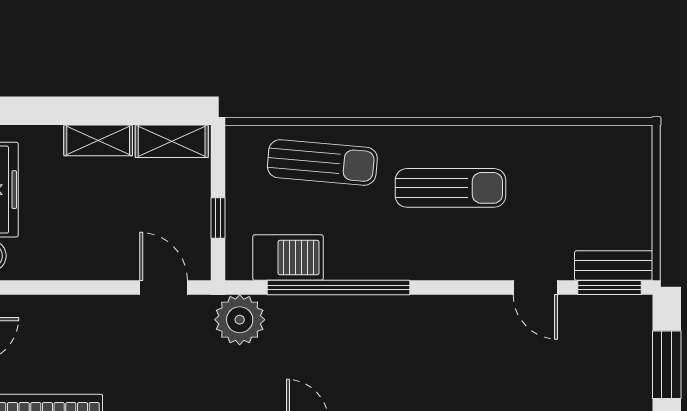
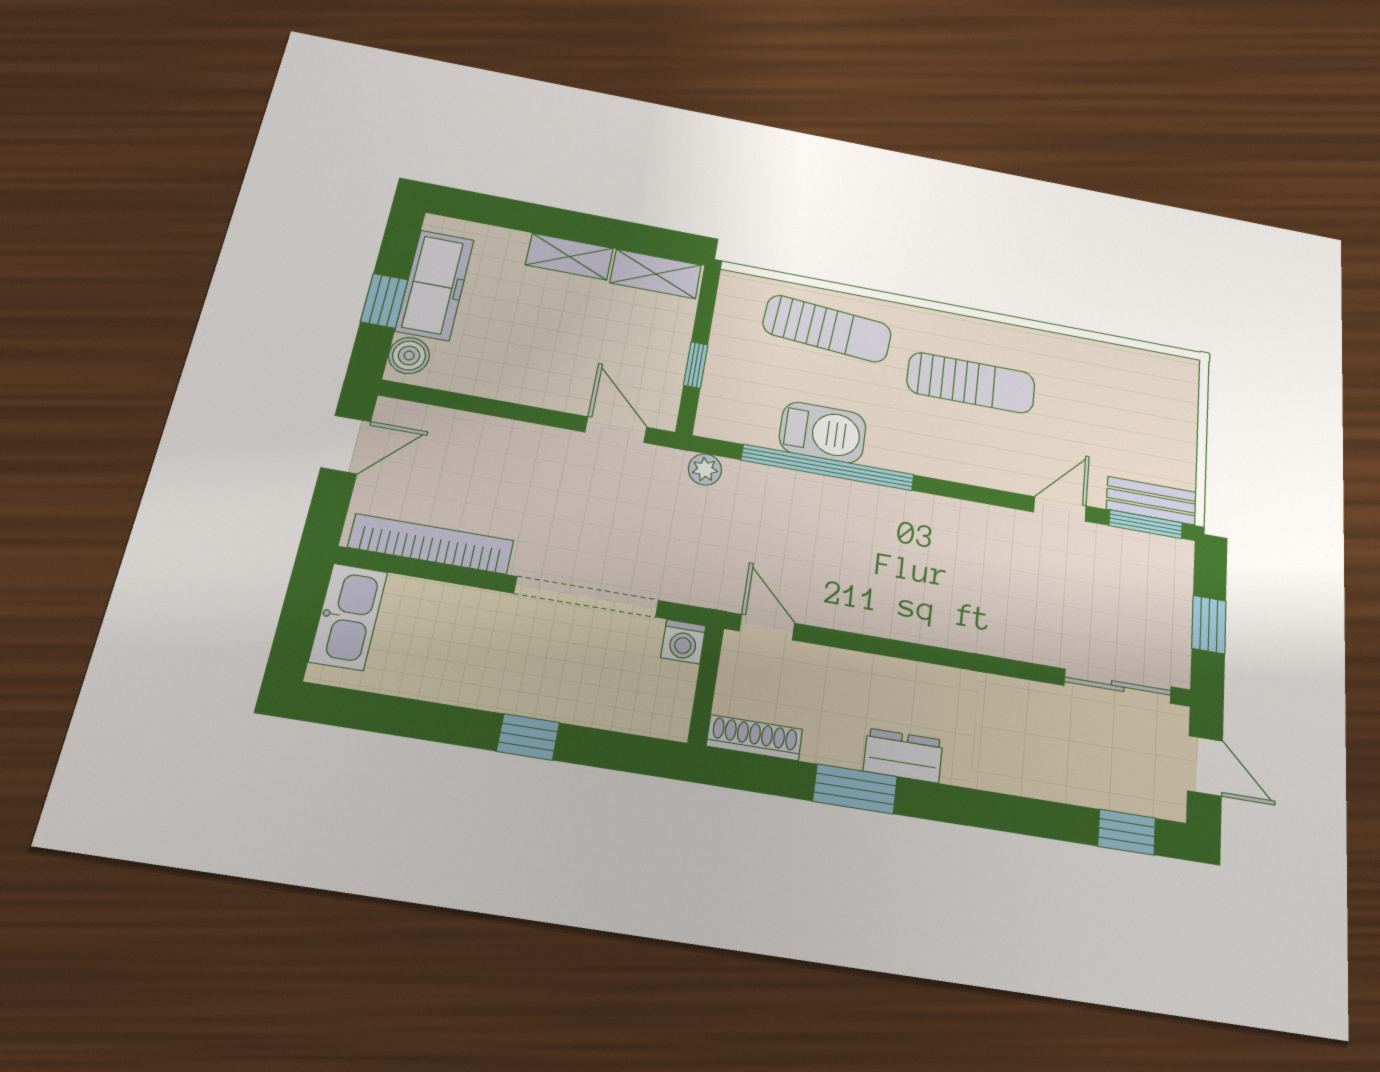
barbecue: (288, 258) -> (823, 432), moved
door: (535, 288) -> (1060, 509), swing flipped
plant: (240, 320) -> (705, 469), width x0.53, depth x0.53
window: (667, 365) -> (1209, 625), width x0.67

